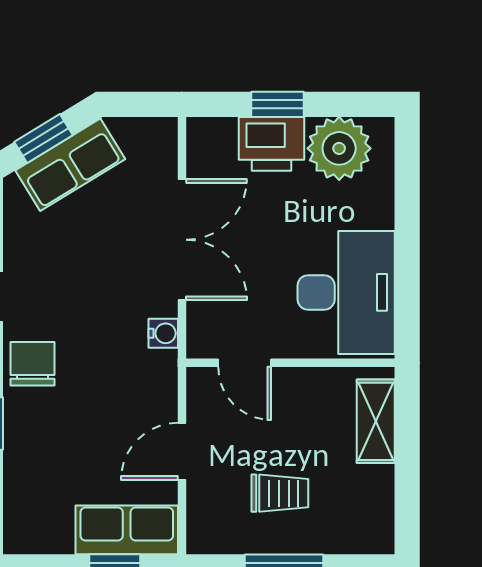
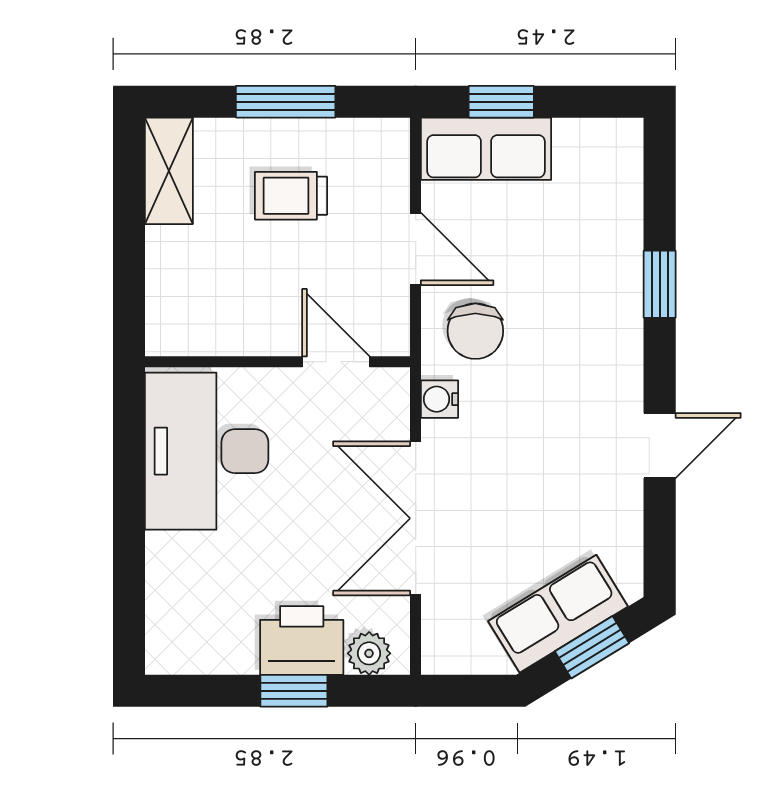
plant: (339, 148) -> (369, 653), moved, width x0.53, depth x0.53
chair: (32, 364) -> (475, 331), moved
shelving: (376, 421) -> (169, 171), moved
door: (182, 451) -> (416, 249), hinge flipped

